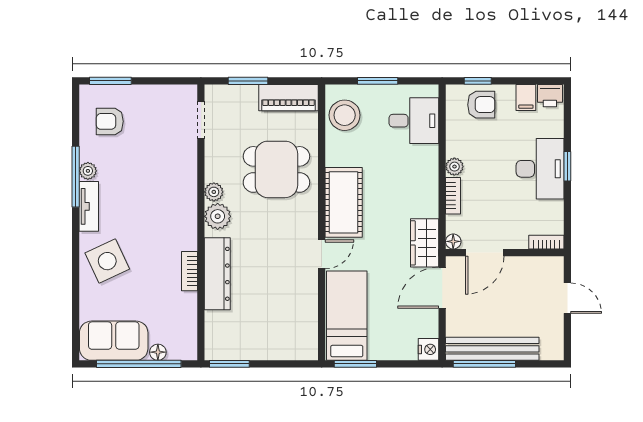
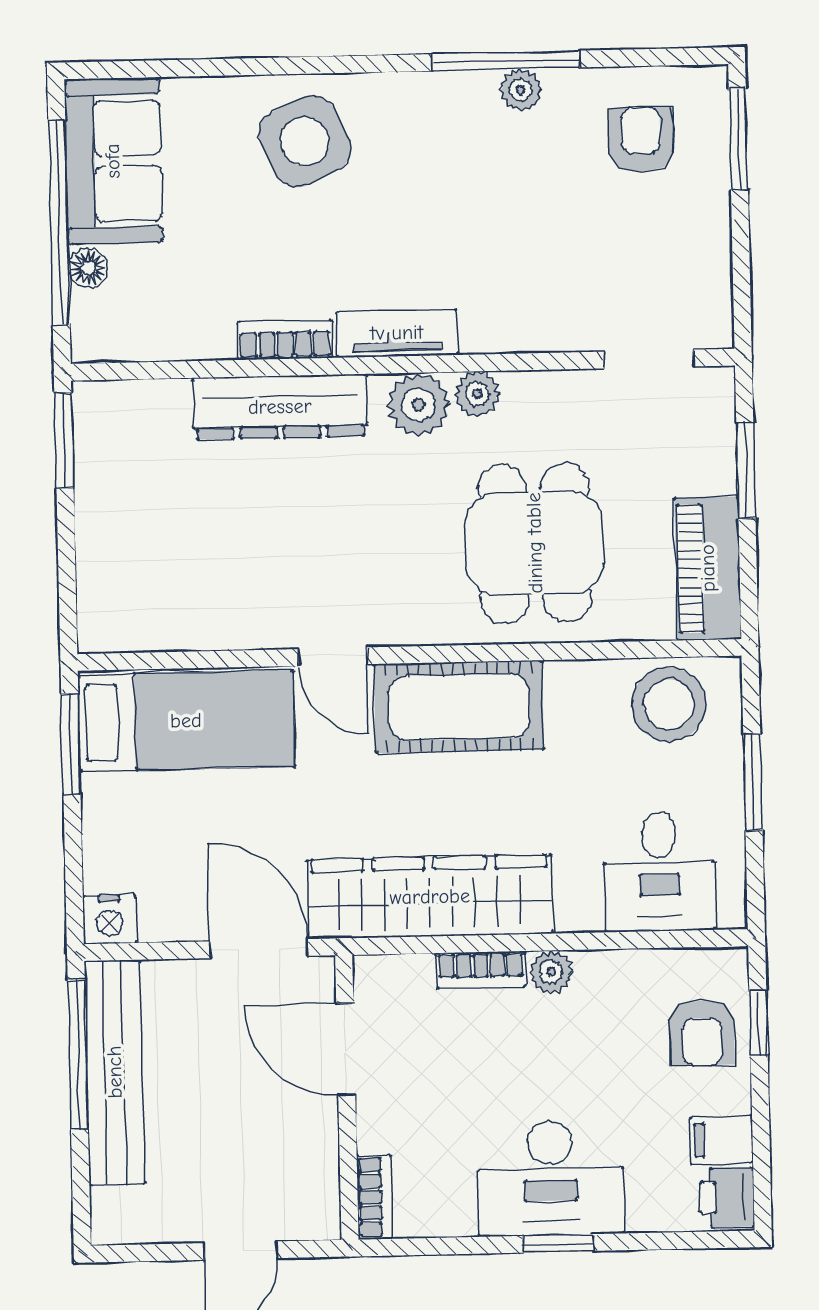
tv unit: (89, 206) -> (397, 333), moved, turned 180
floor lamp: (453, 241) -> (371, 973), removed
wardrobe: (425, 243) -> (430, 897), width x2.10, depth x1.17

